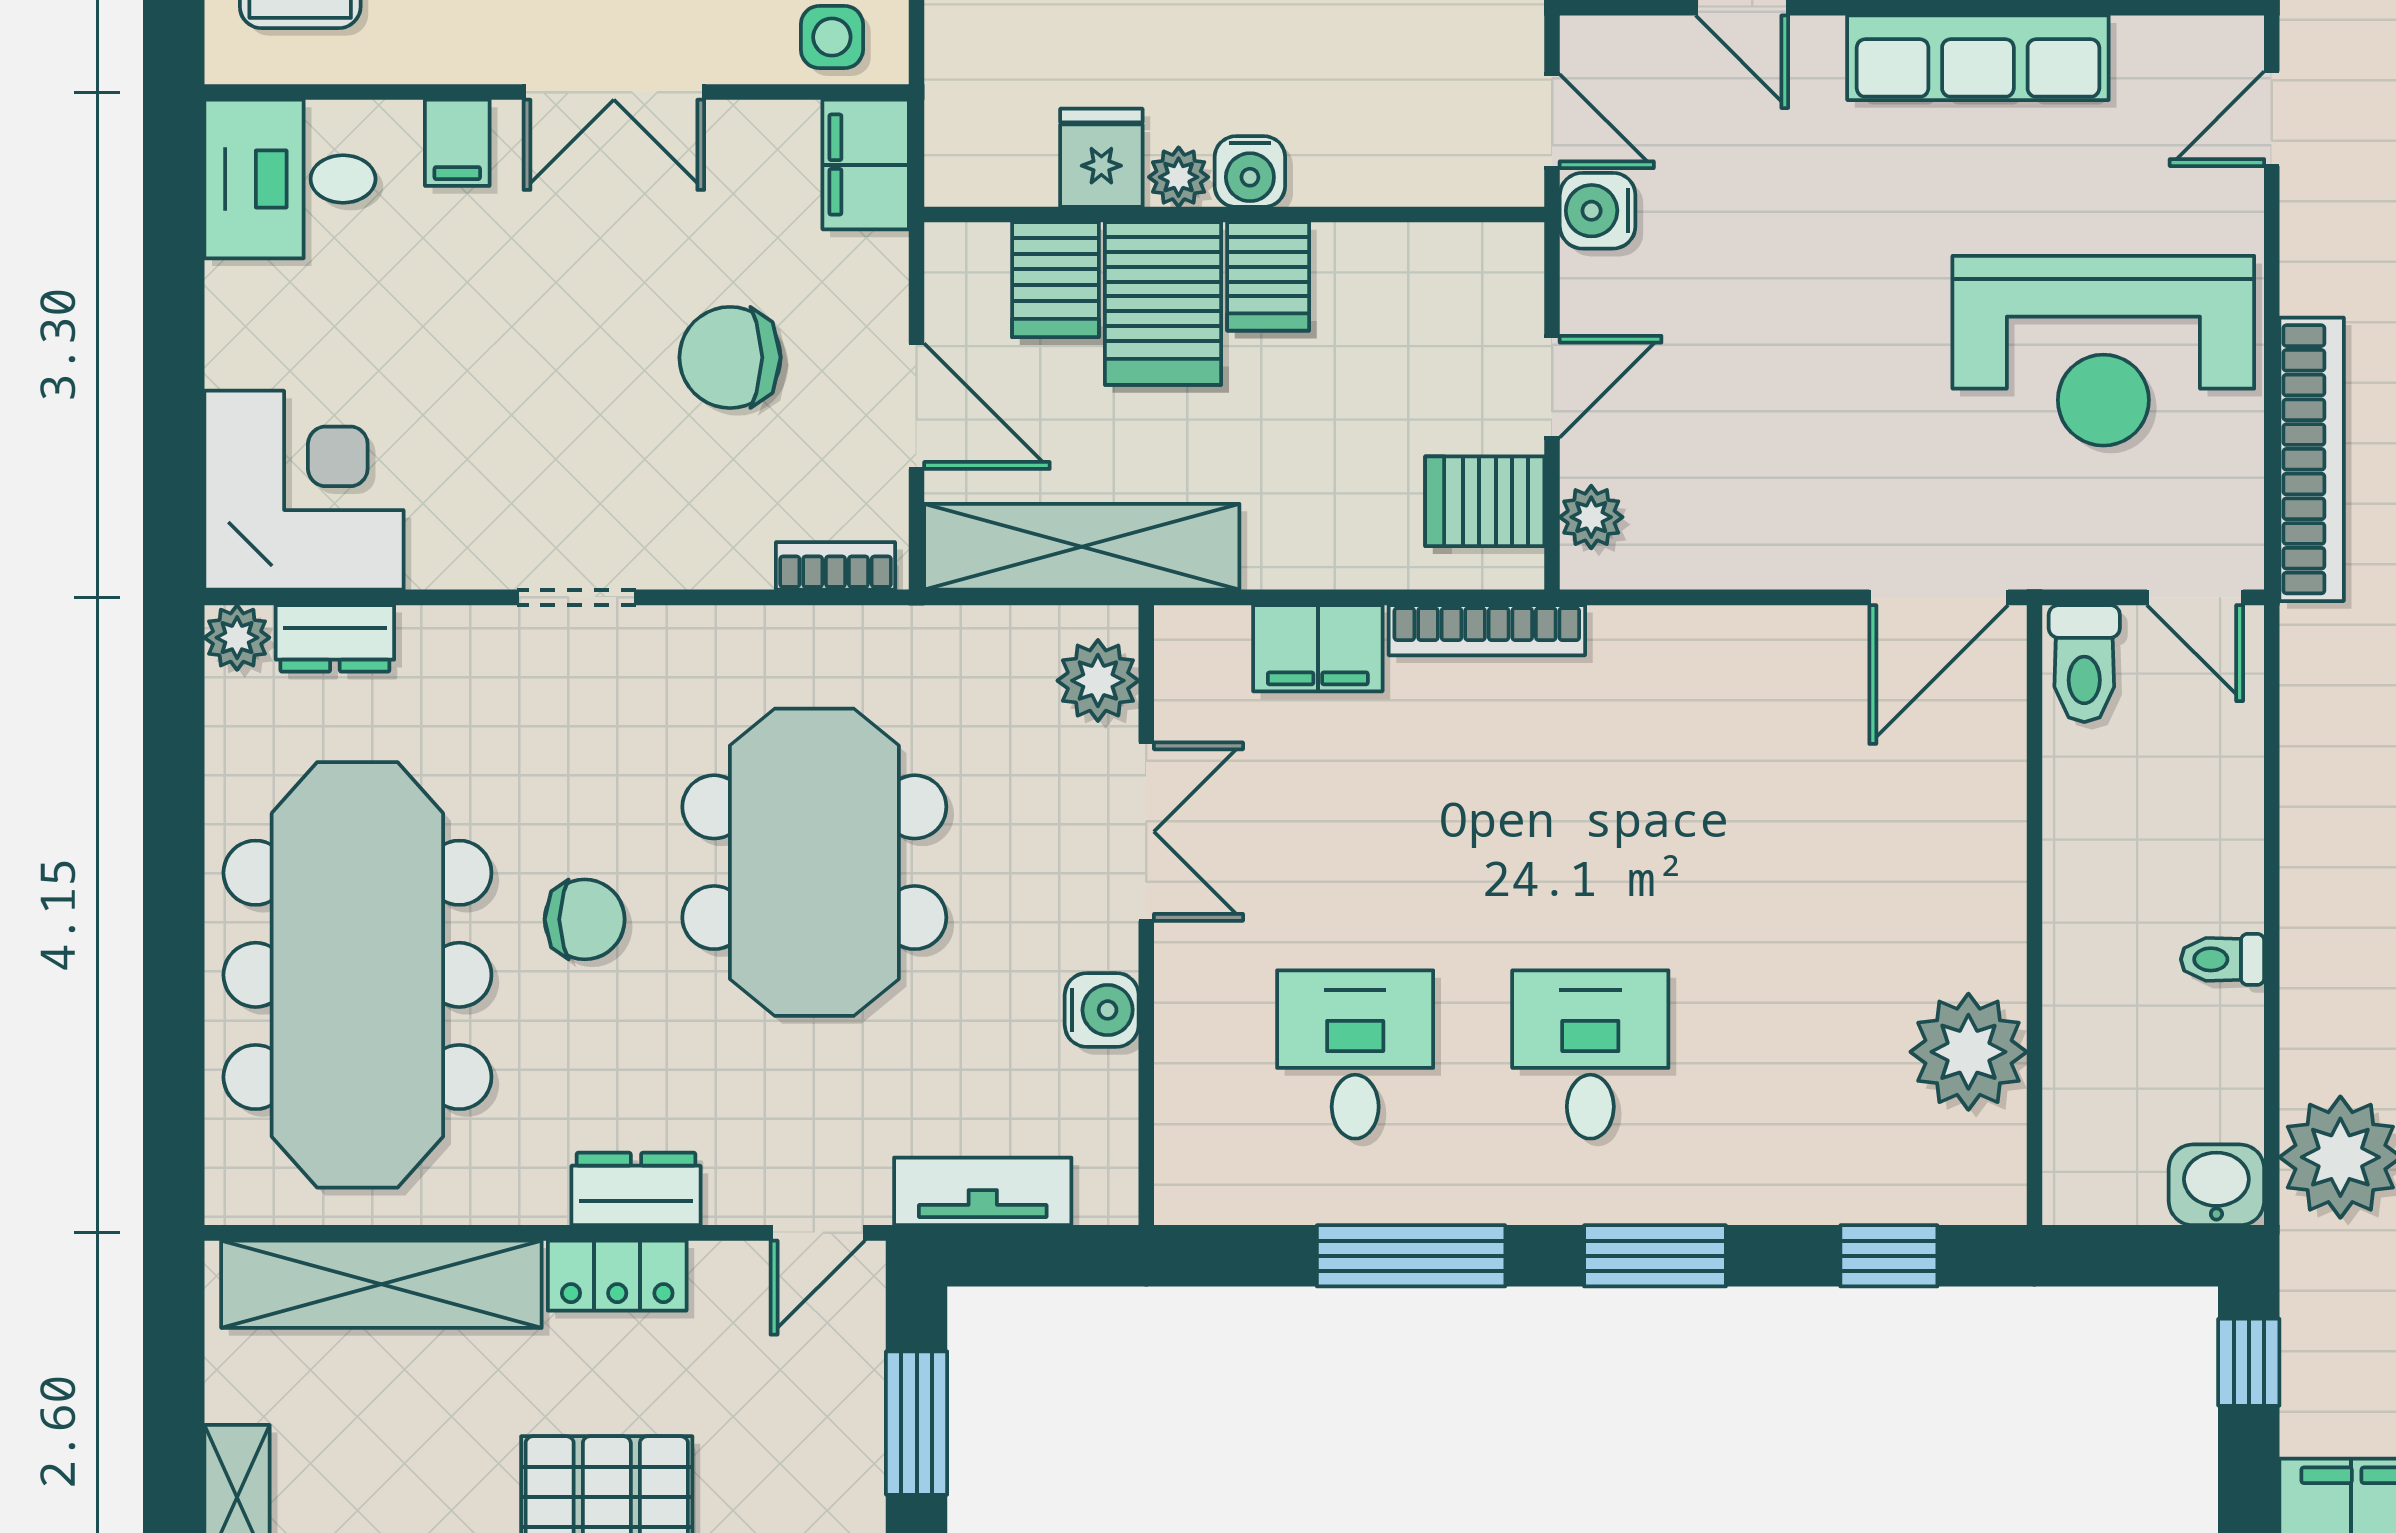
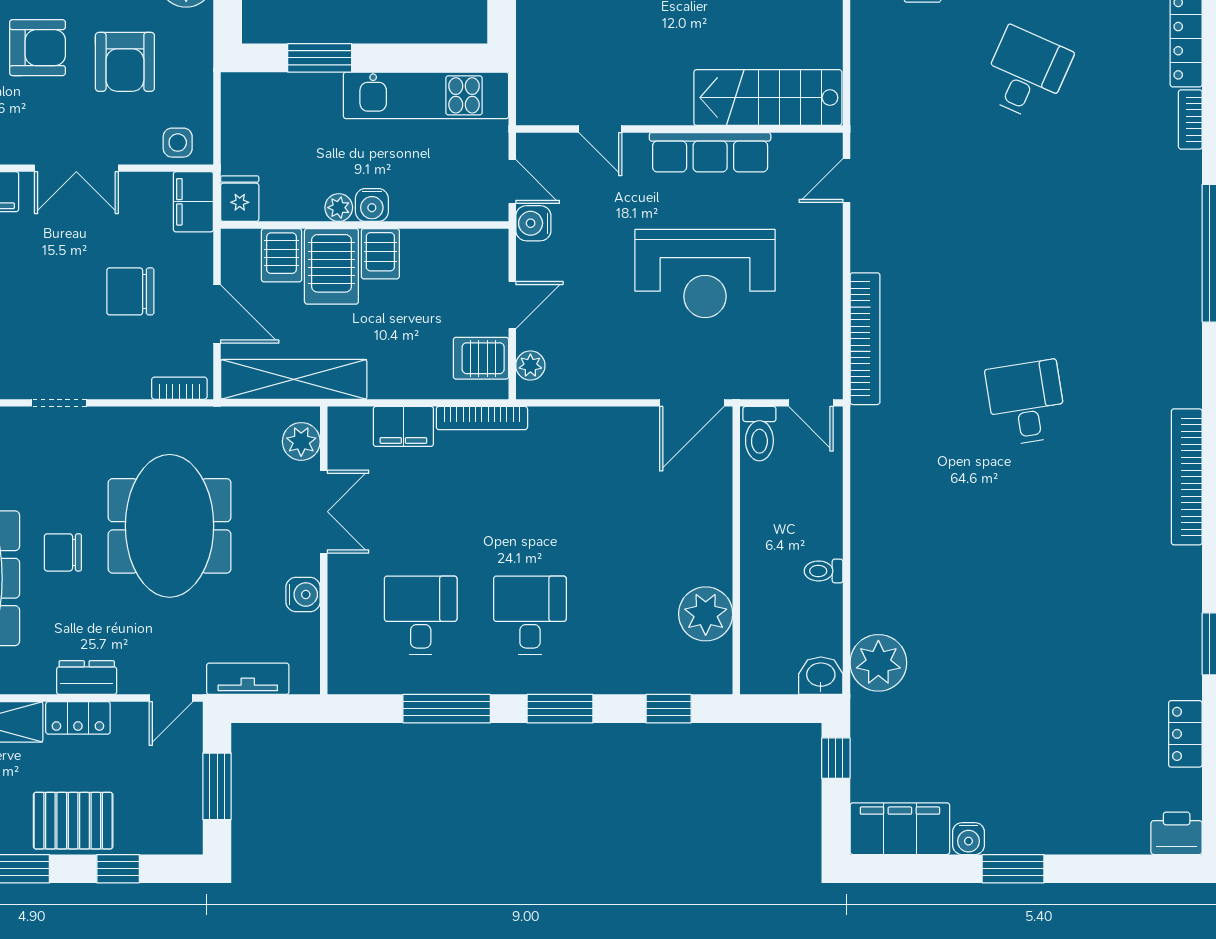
fridge: (1101, 158) -> (240, 199), moved
reception desk: (2103, 351) -> (705, 273), moved
chair: (585, 919) -> (63, 552), turned 180

